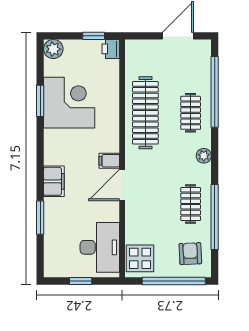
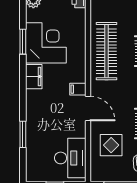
filing cabinet: (54, 181) -> (34, 77), moved
door: (122, 185) -> (88, 108), swing flipped
display table: (140, 258) -> (111, 145), moved

